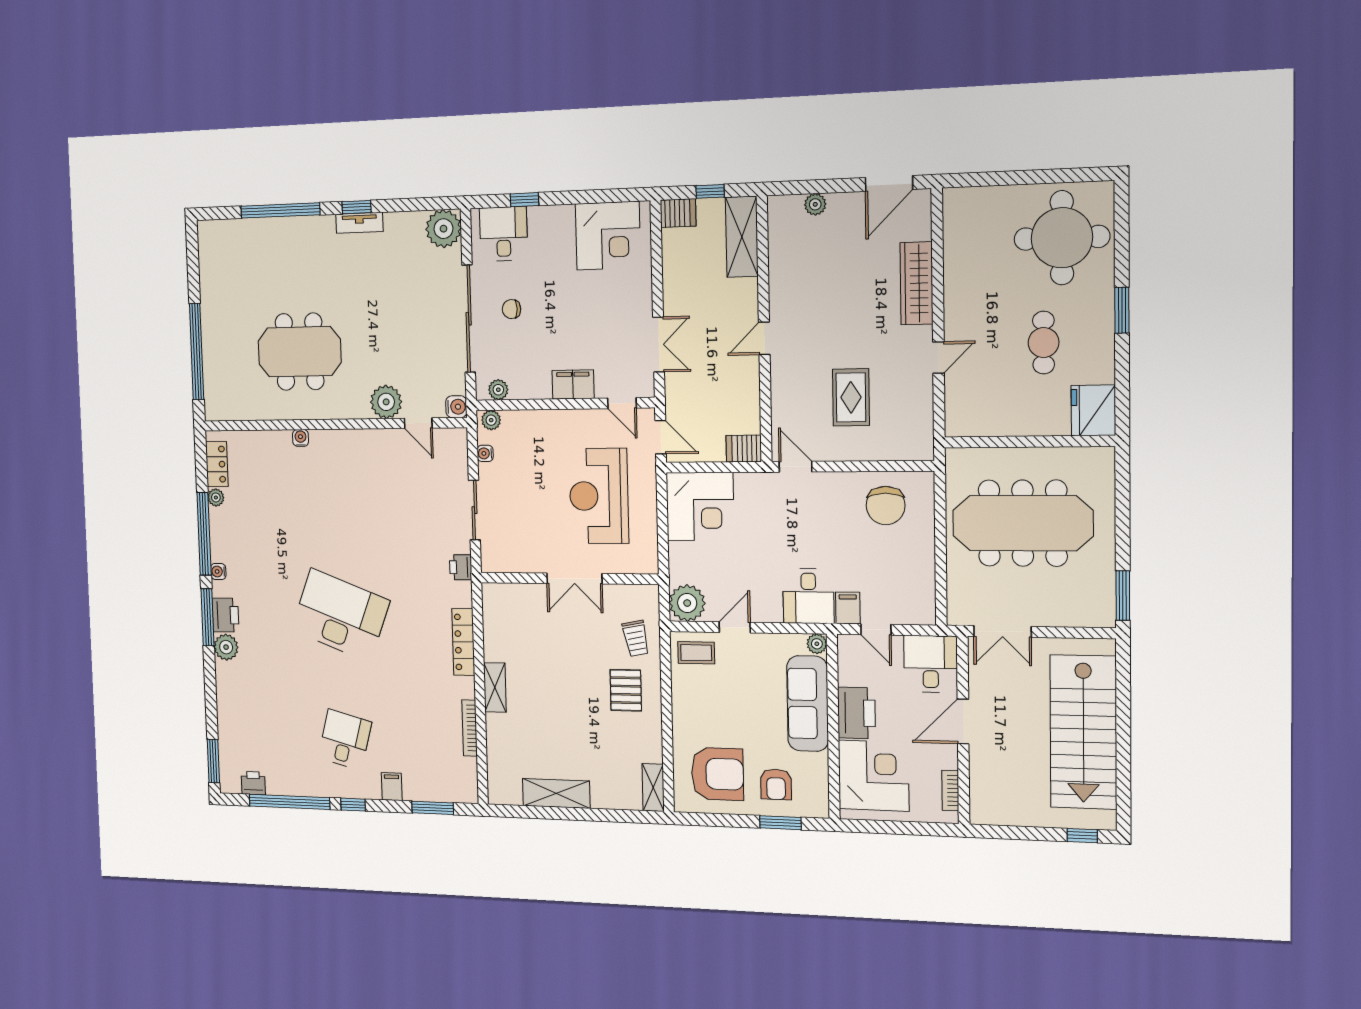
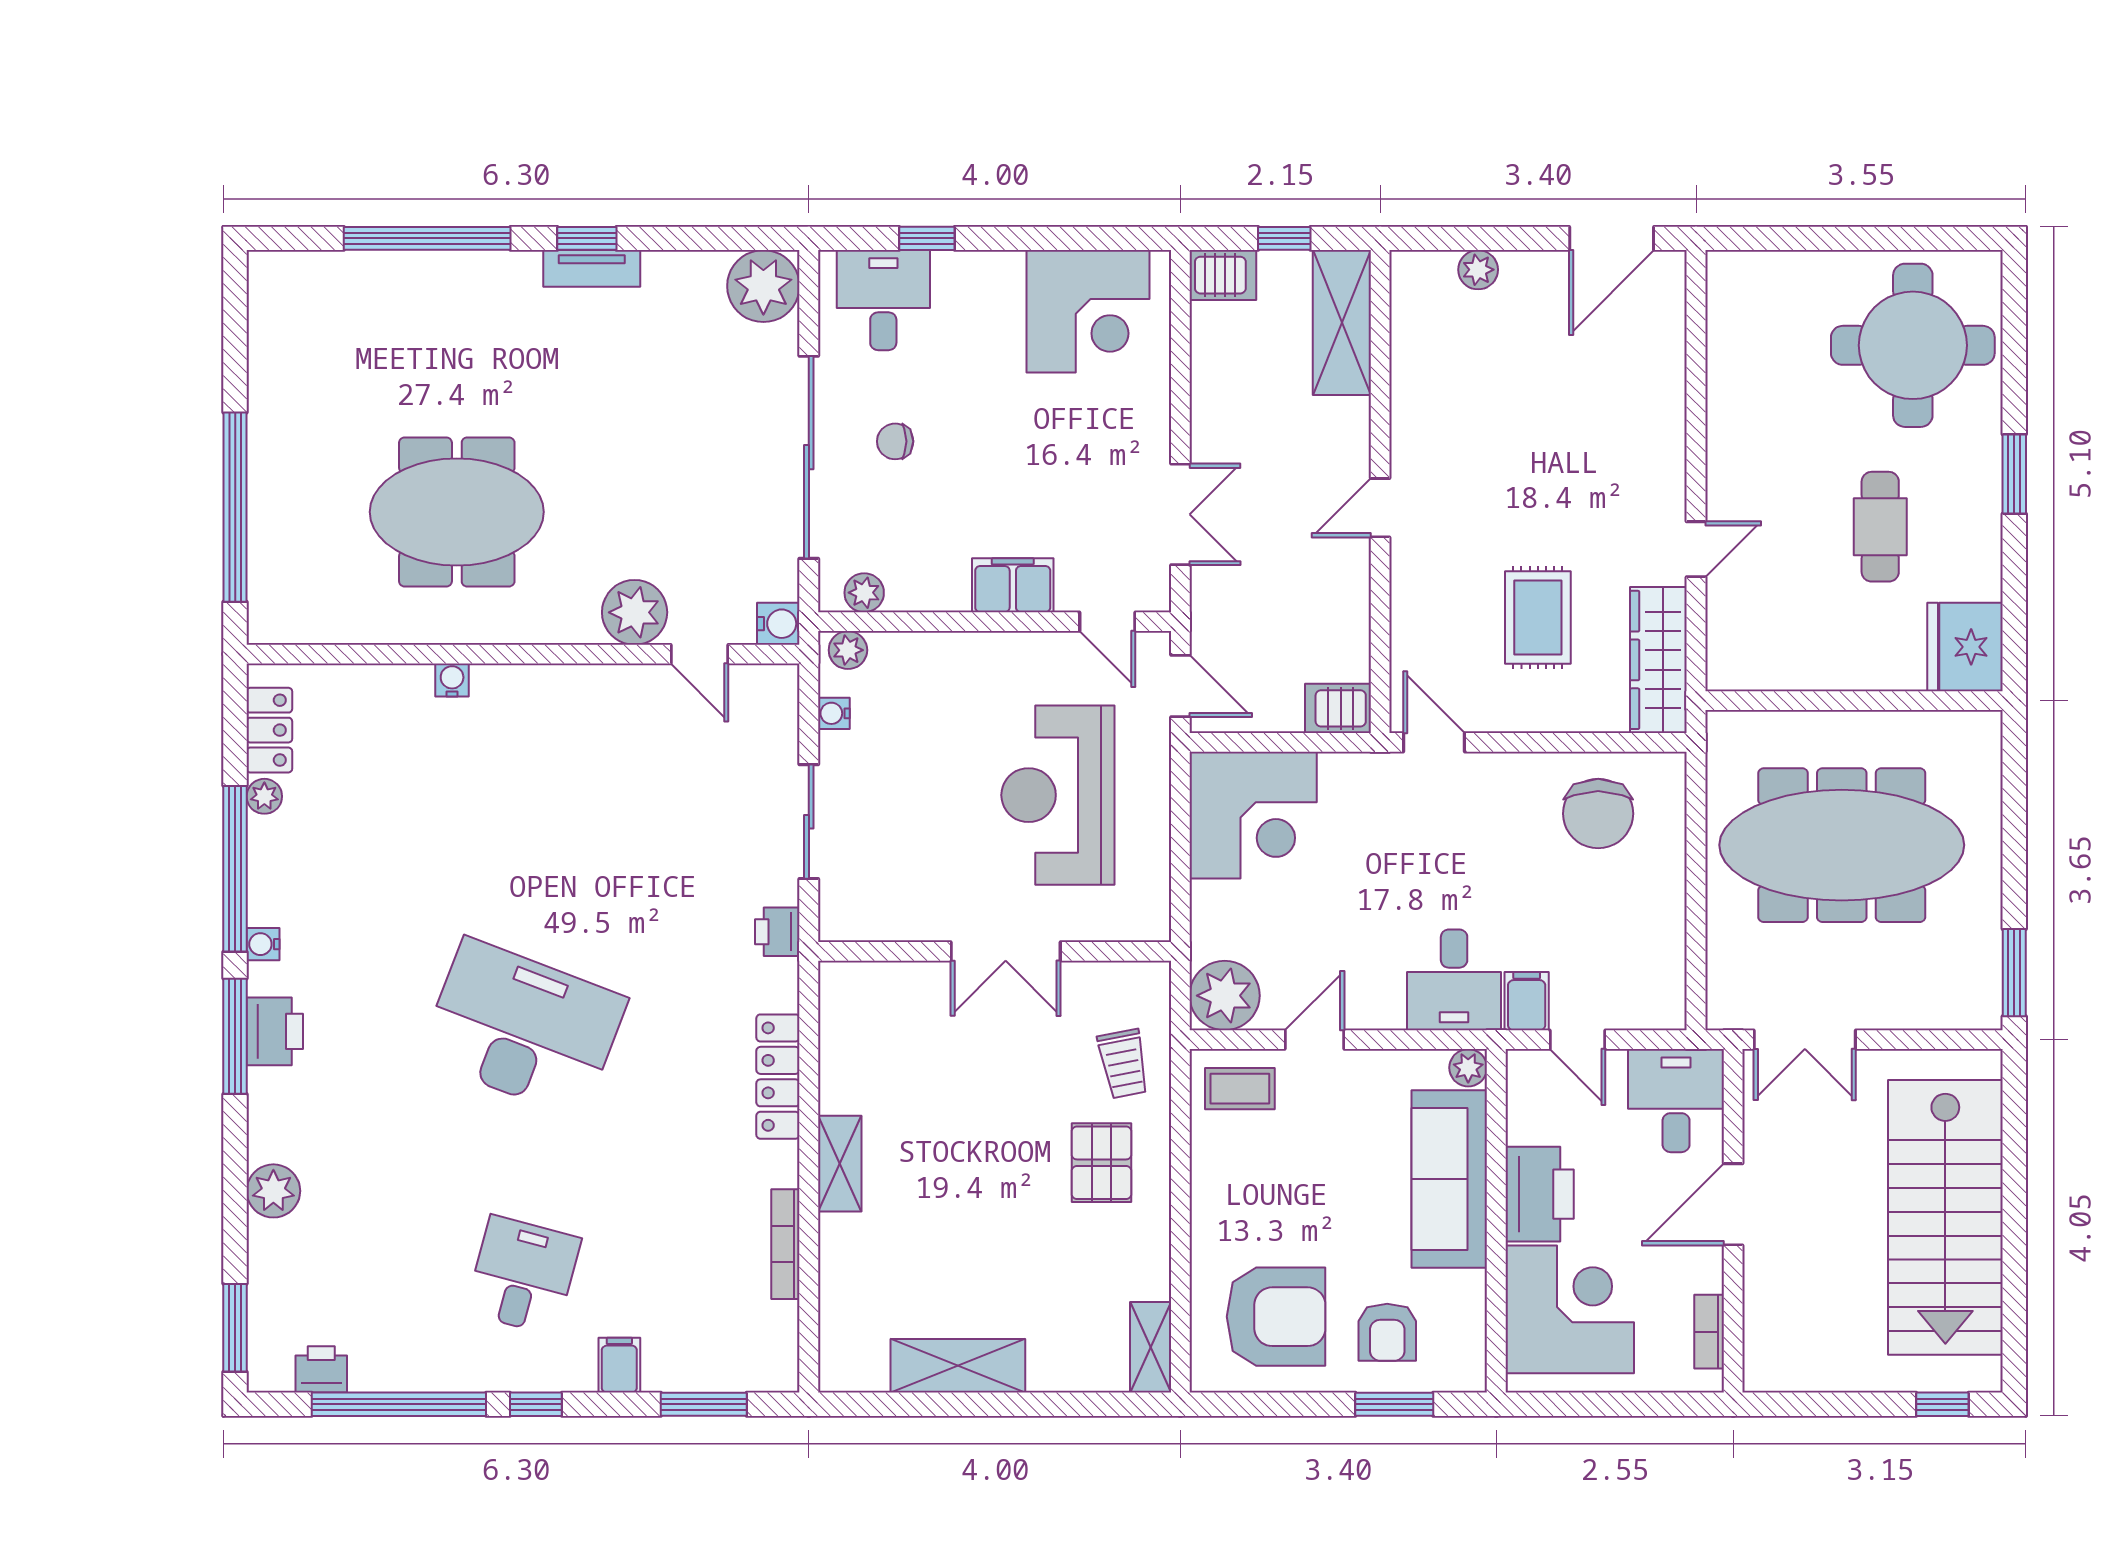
wardrobe: (916, 283) -> (1658, 660), moved
plant: (226, 647) -> (273, 1191), moved

